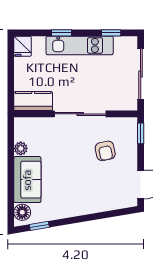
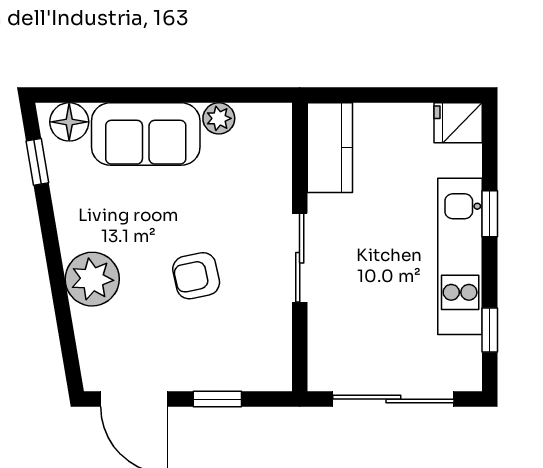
sliding door: (80, 114) -> (300, 258), width x0.73
window: (141, 133) -> (217, 399), moved
armchair: (105, 151) -> (196, 276), moved
plant: (89, 202) -> (92, 279), added

